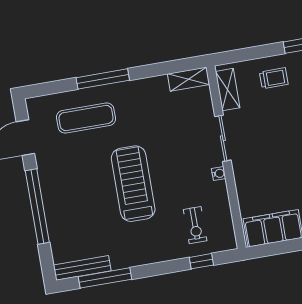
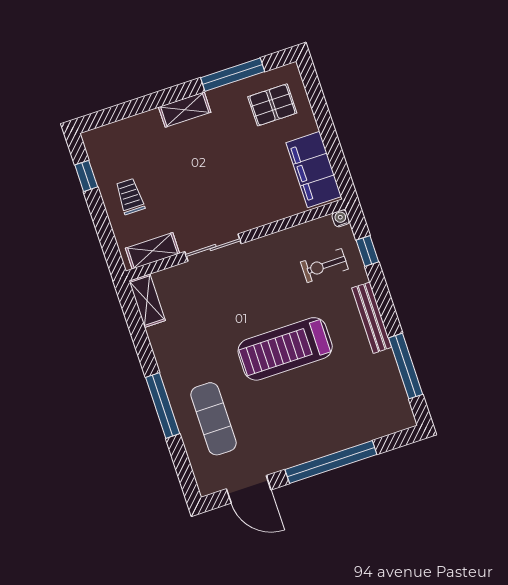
water cooler: (219, 173) -> (341, 218), moved
exercise bike: (195, 225) -> (324, 266), turned 180
bench: (82, 268) -> (372, 318), moved

